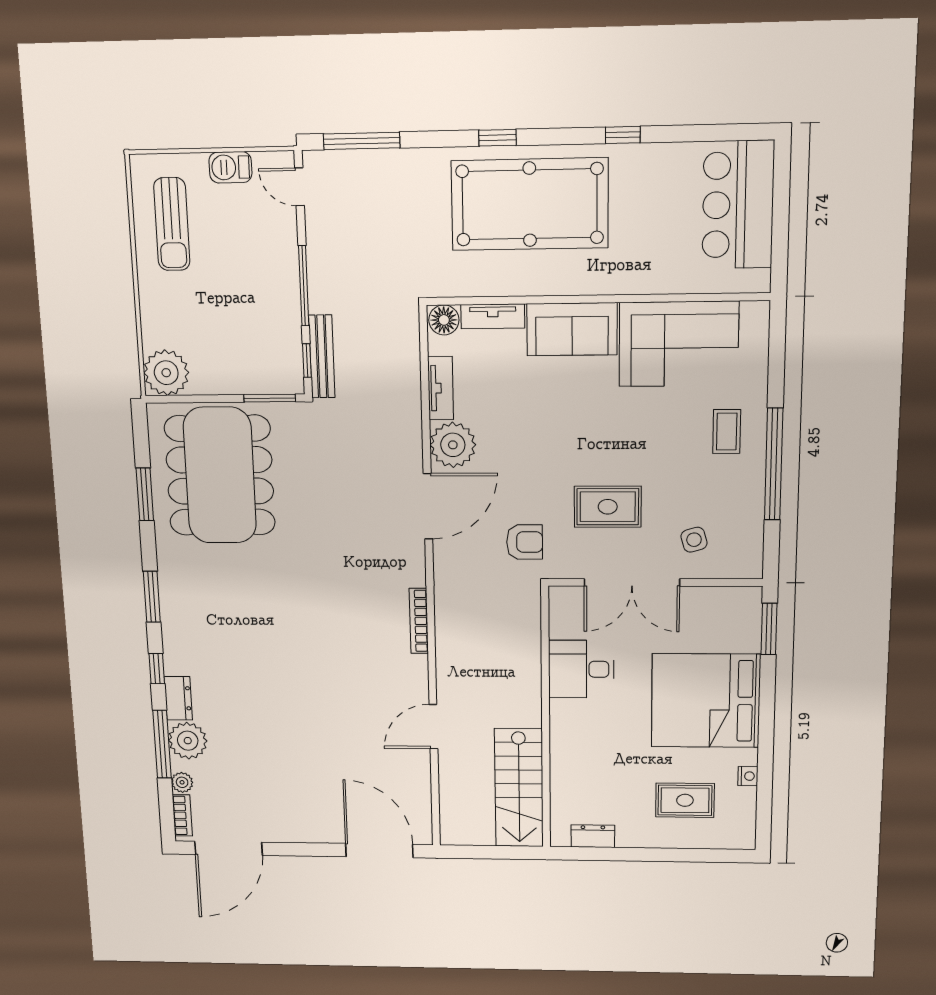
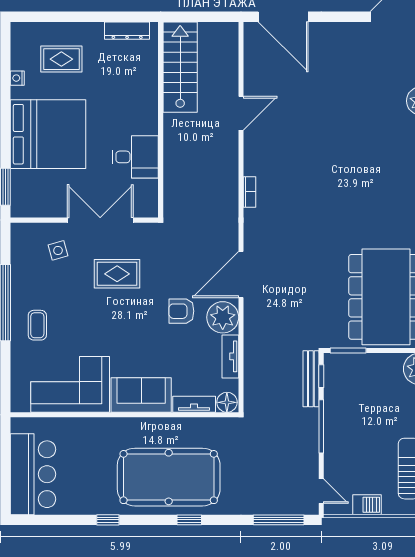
armchair: (525, 542) -> (181, 311), moved
bookcase: (419, 621) -> (249, 192), width x0.64
dresser: (593, 836) -> (127, 31), width x1.44

